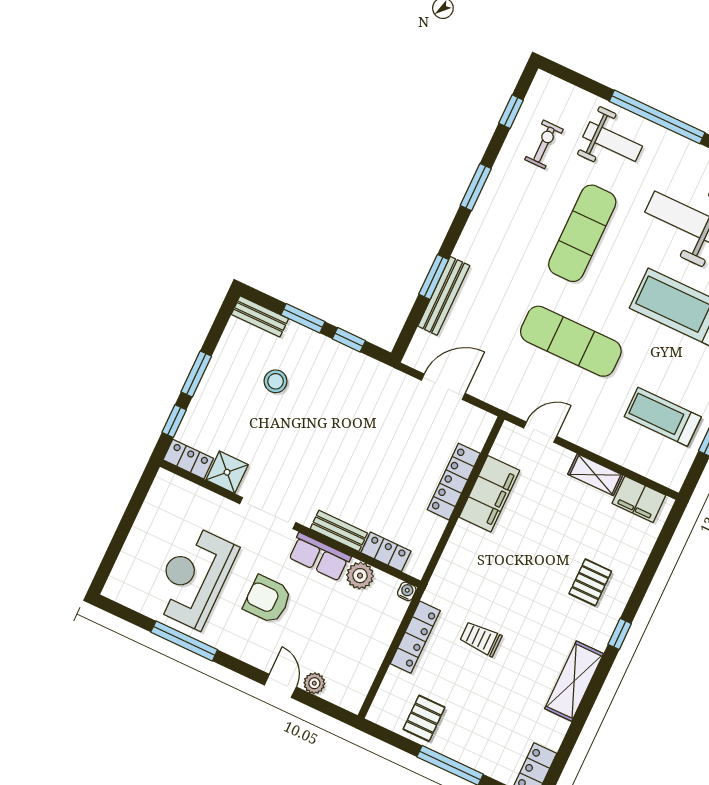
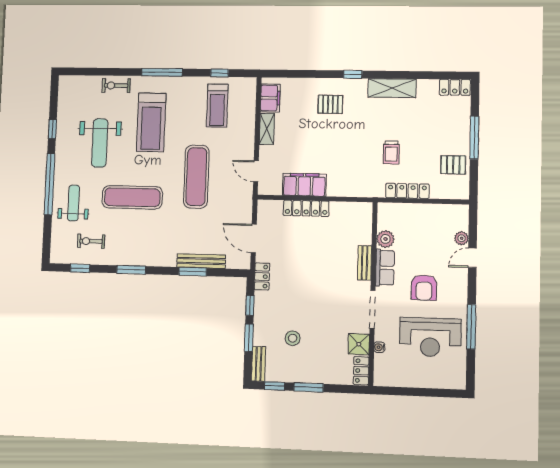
window: (174, 421) -> (274, 386), moved
locker: (386, 552) -> (262, 276), moved, turned 180
water cooler: (407, 591) -> (379, 347), moved

